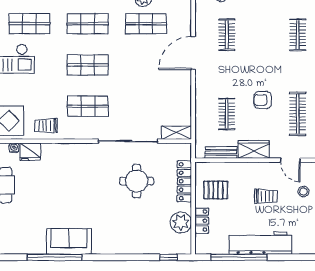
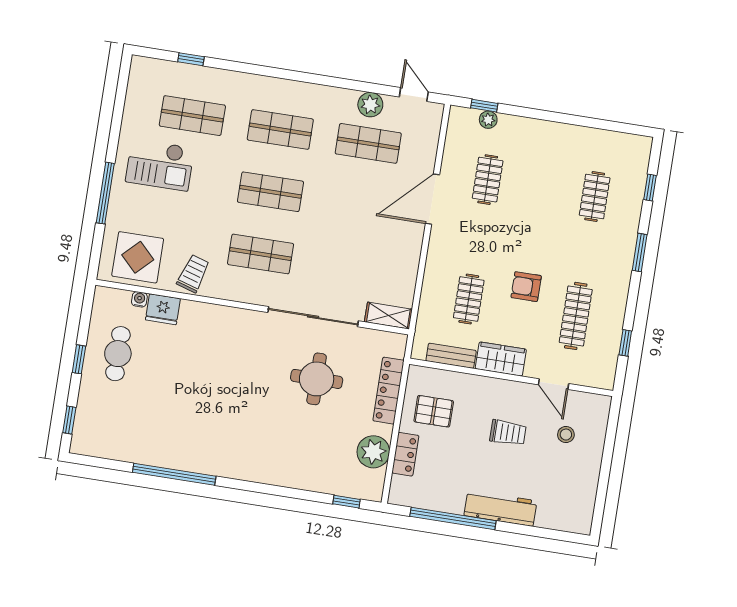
trolley: (46, 126) -> (193, 274), turned 107
sofa: (69, 241) -> (200, 454), removed
workbench: (260, 243) -> (500, 508), width x0.73, depth x0.76

